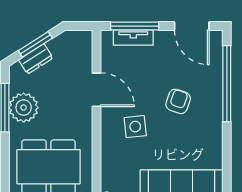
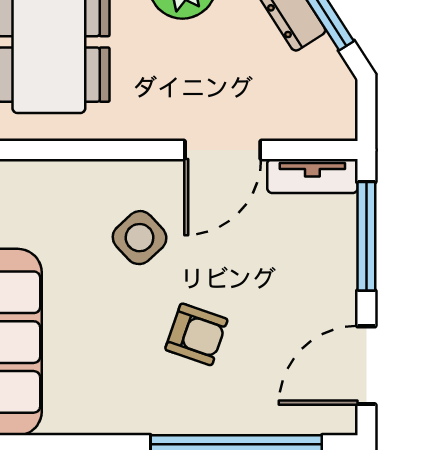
tv unit: (133, 38) -> (312, 176), moved, turned -90
side table: (135, 127) -> (140, 238), turned -37

